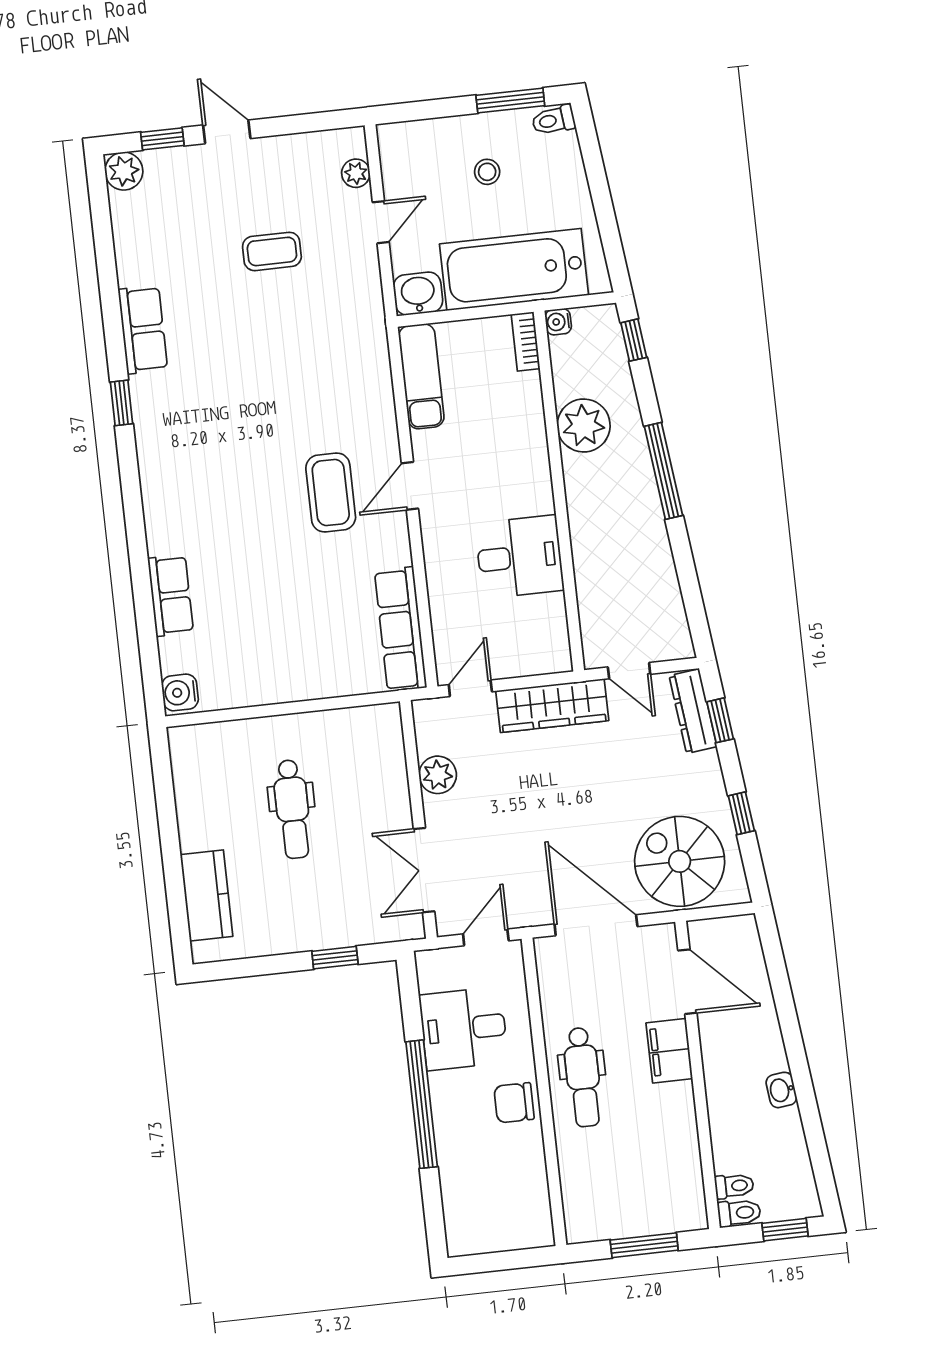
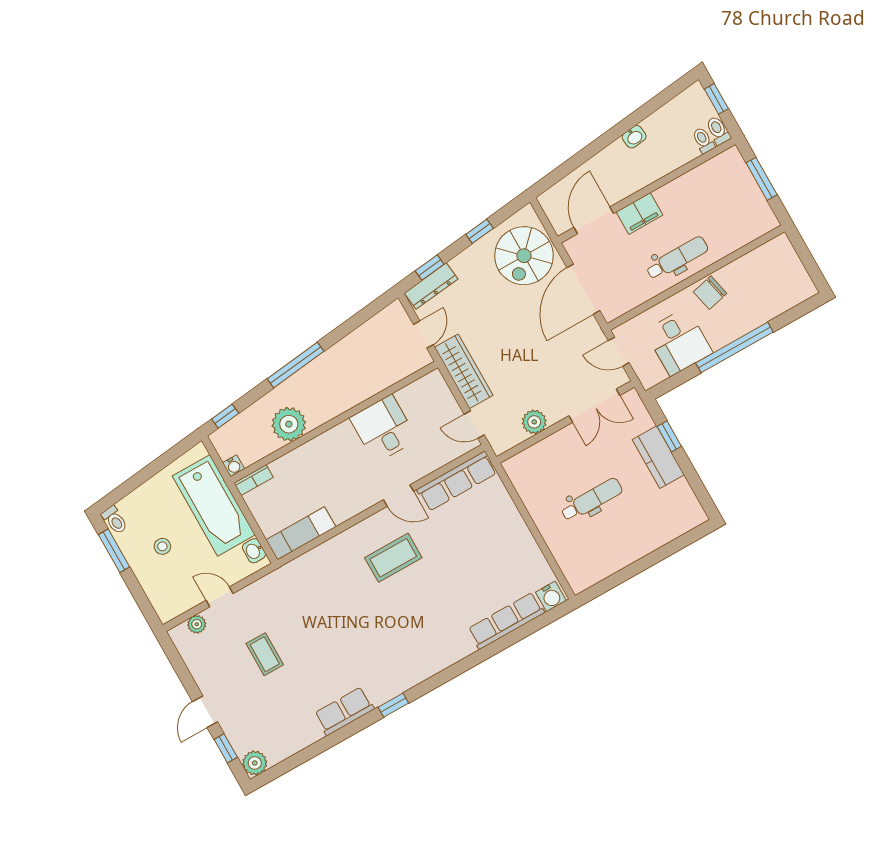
washbasin: (418, 294) -> (254, 551), width x0.72, depth x0.69
door: (410, 486) -> (399, 496), moved
row of seats: (171, 595) -> (506, 621), width x1.48
kitchen counter: (207, 896) -> (658, 457), moved, turned -90
chair: (514, 1103) -> (710, 293), turned 77

